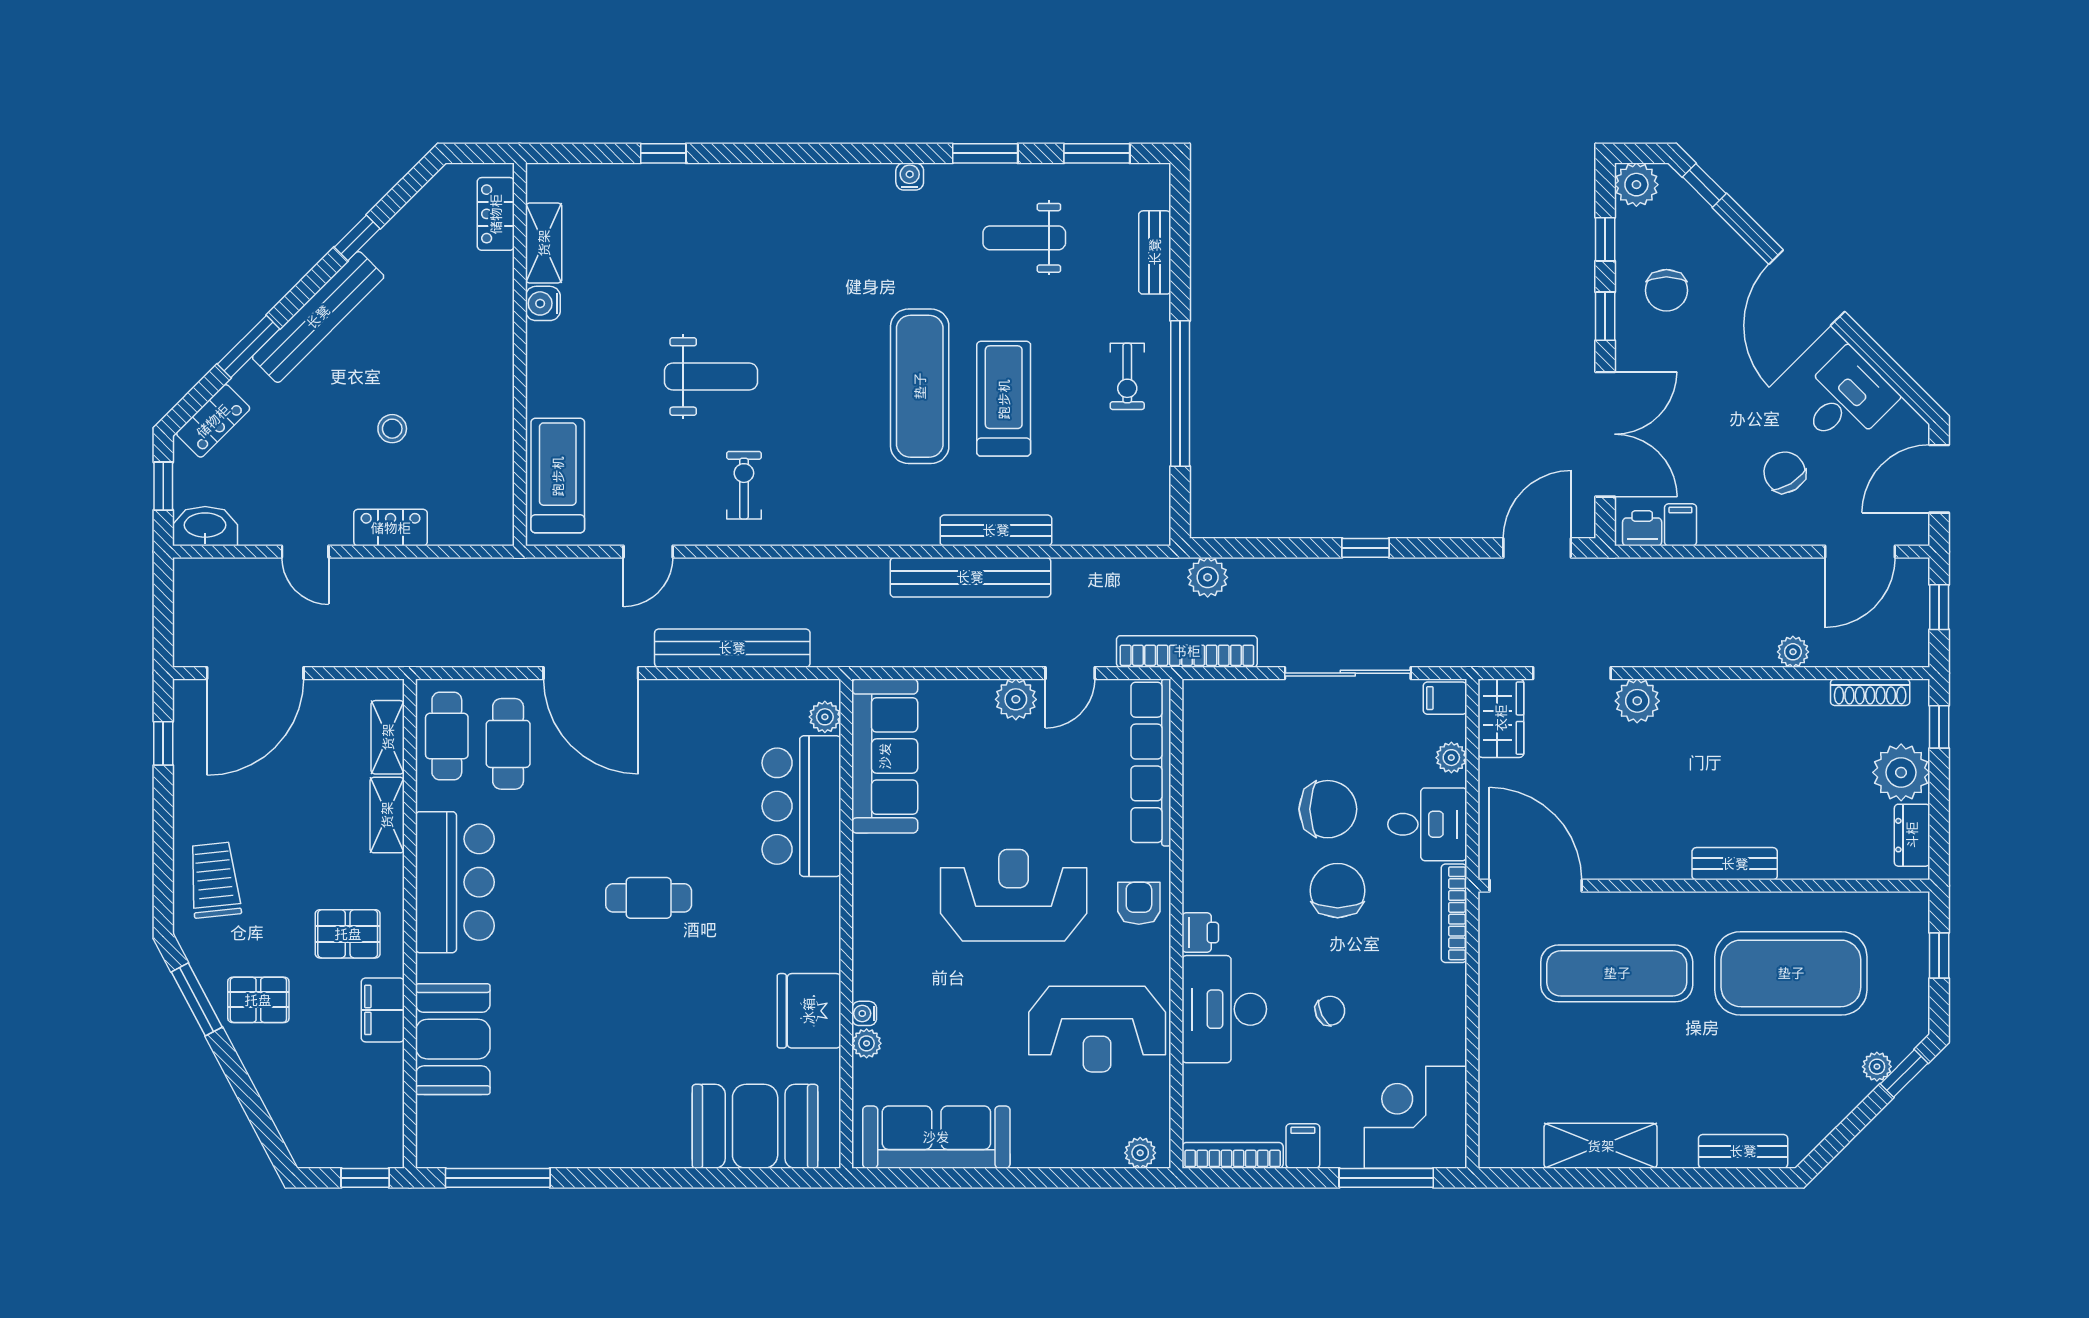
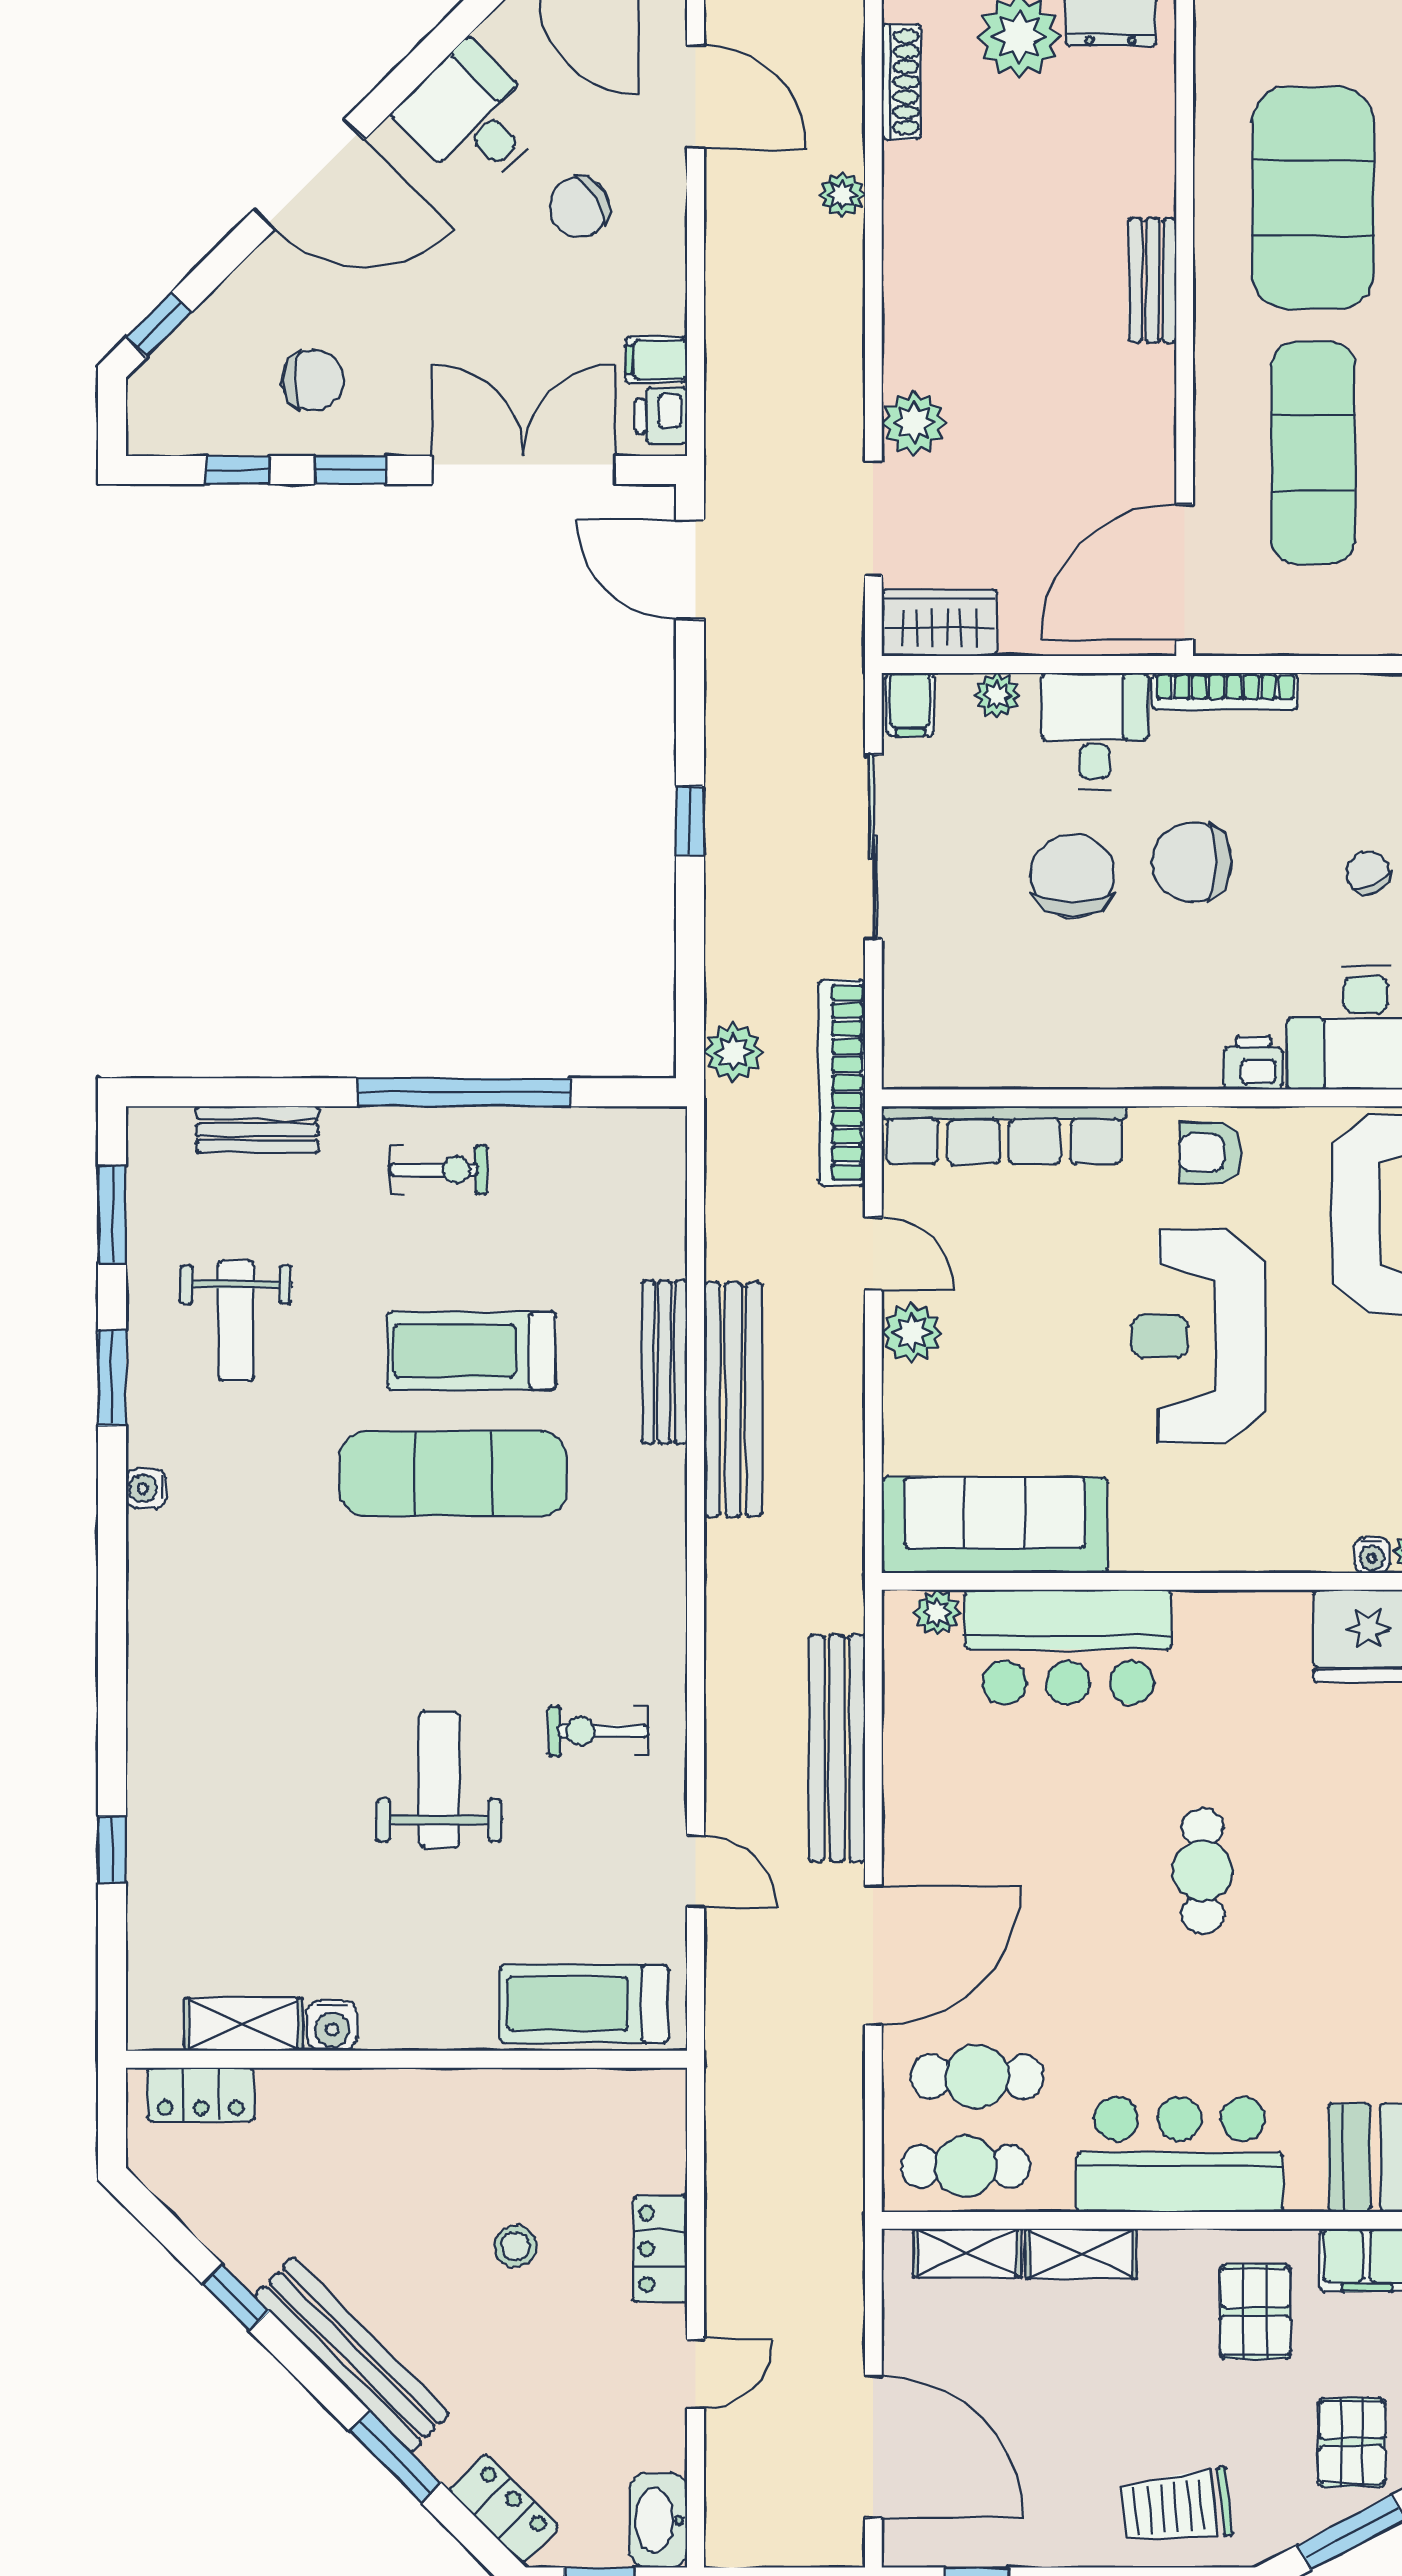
plant: (1636, 185) -> (158, 424), removed

